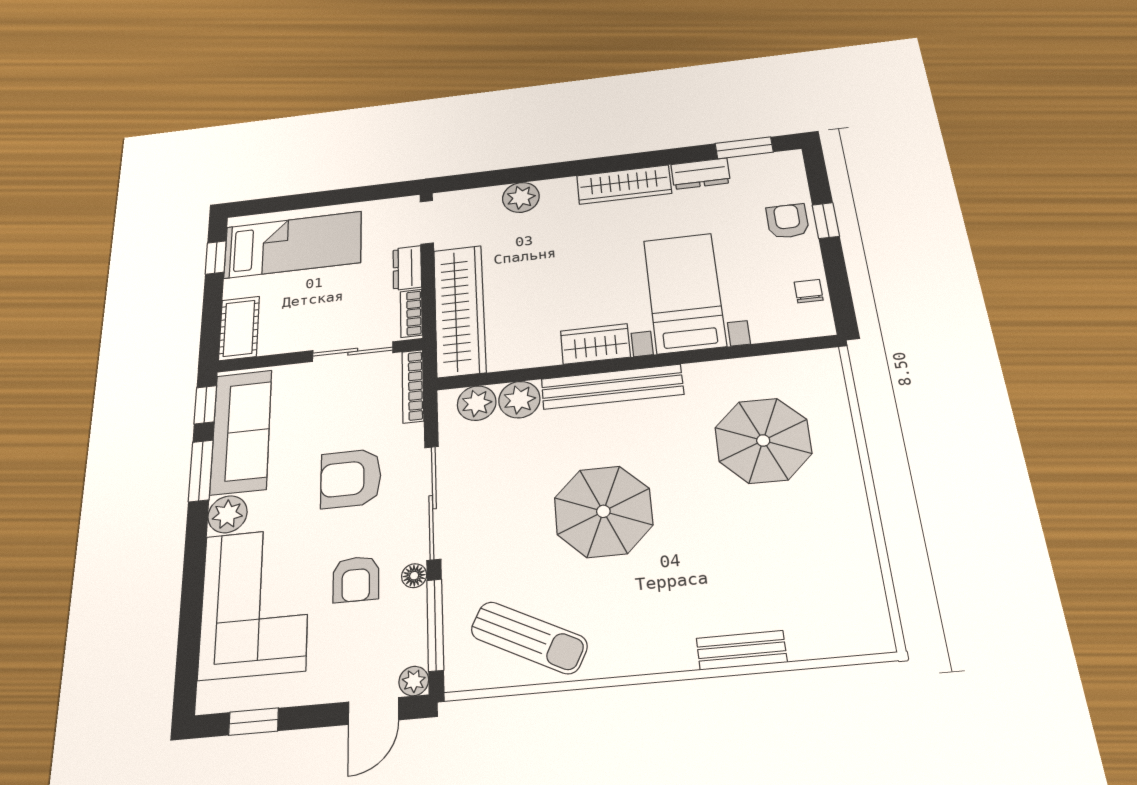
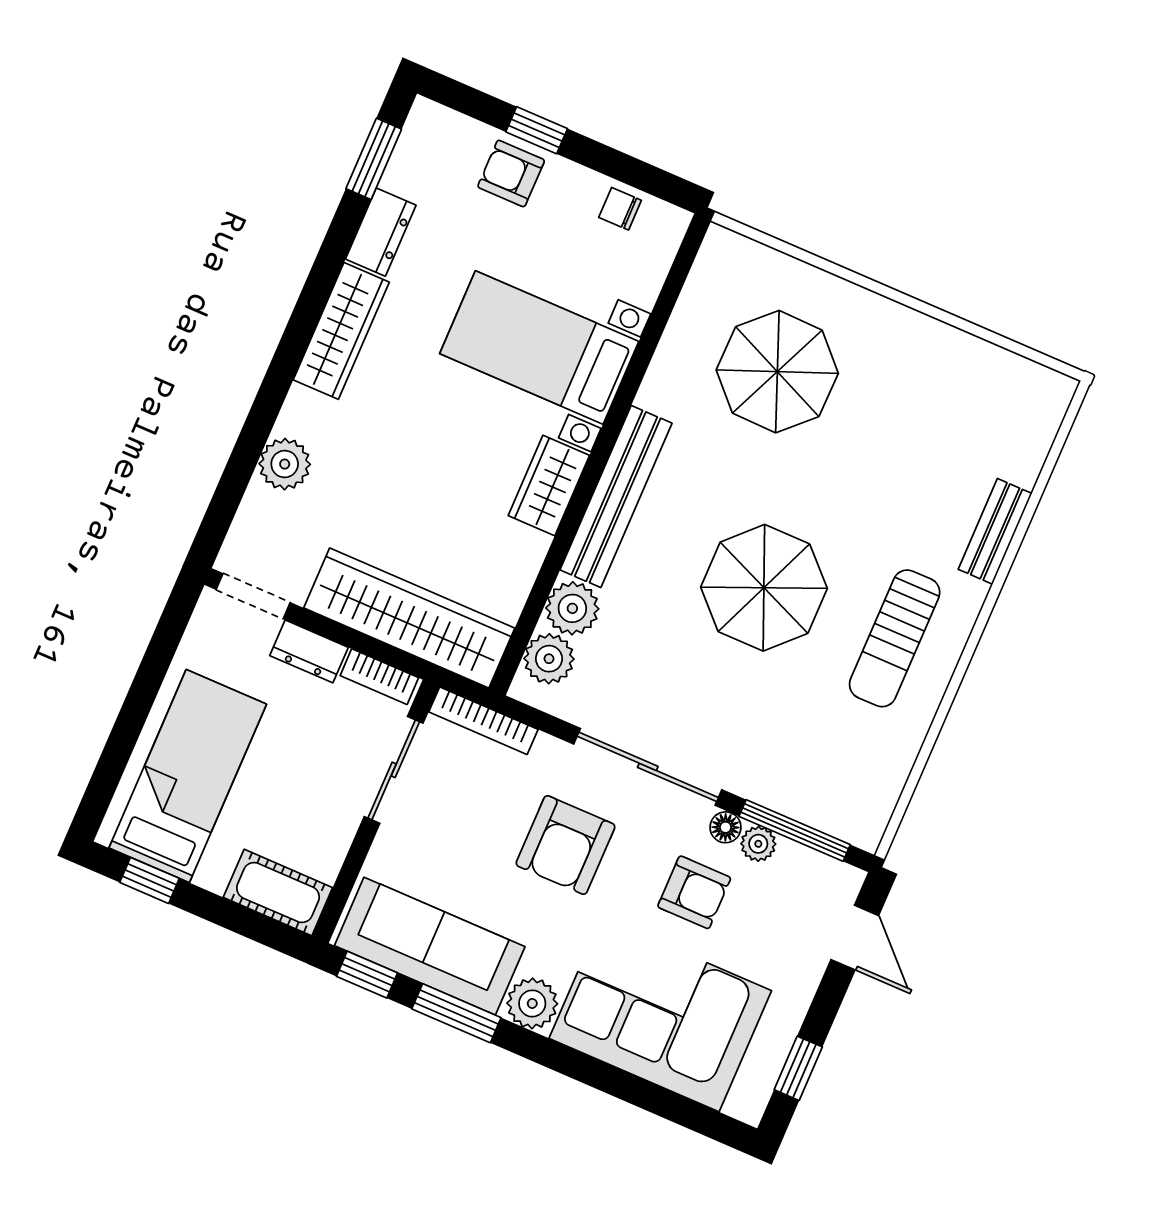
sun lounger: (529, 638) -> (895, 638), moved, turned 153
plant: (414, 681) -> (758, 844), moved

